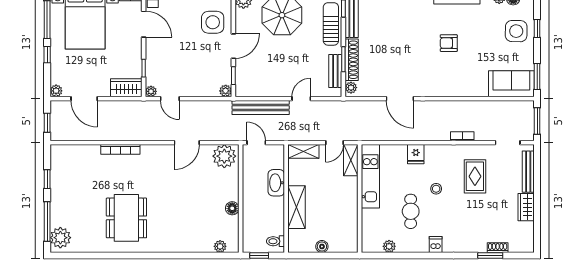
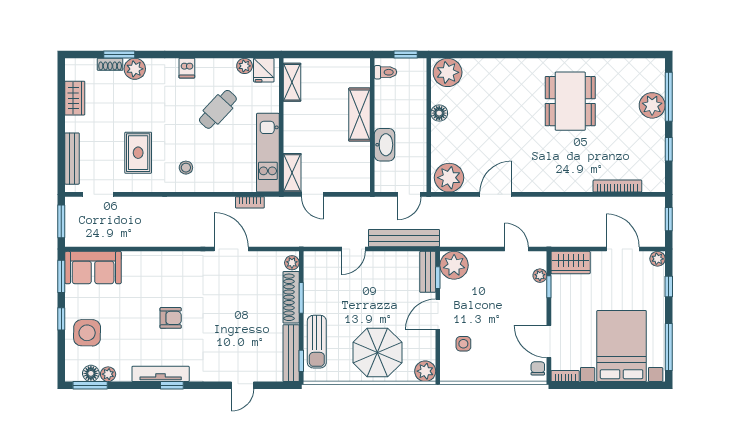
side table: (213, 22) -> (463, 344), width x0.54, depth x0.54
window: (537, 28) -> (61, 319), moved
window: (47, 55) -> (669, 287), moved
bench: (335, 71) -> (428, 272), moved
plant: (151, 91) -> (540, 276), moved
plant: (226, 91) -> (454, 265), width x1.88, depth x1.88
bookcase: (462, 136) -> (250, 202), moved
door: (256, 143) -> (409, 194), hinge flipped
door: (334, 143) -> (312, 194), swing flipped
bookcase: (120, 149) -> (617, 186), moved
shelving: (303, 151) -> (292, 82), moved, turned 90
fridge: (416, 154) -> (264, 70), moved, turned 180
stool: (436, 189) -> (186, 168), moved
wardrobe: (526, 207) -> (75, 98), moved
cafe table: (411, 211) -> (218, 109), turned 43
plant: (60, 238) -> (652, 105), moved
plant: (478, 244) -> (135, 69), added
plant: (220, 246) -> (448, 72), width x1.88, depth x1.88
boiler: (322, 246) -> (328, 66), removed

